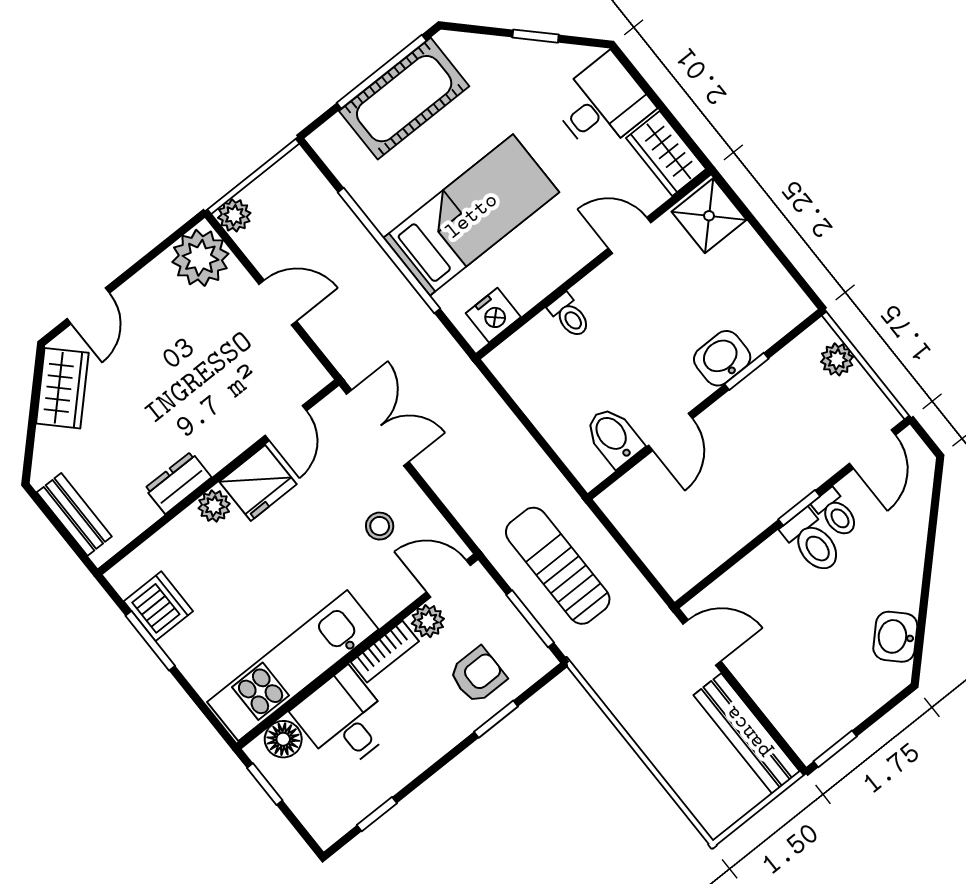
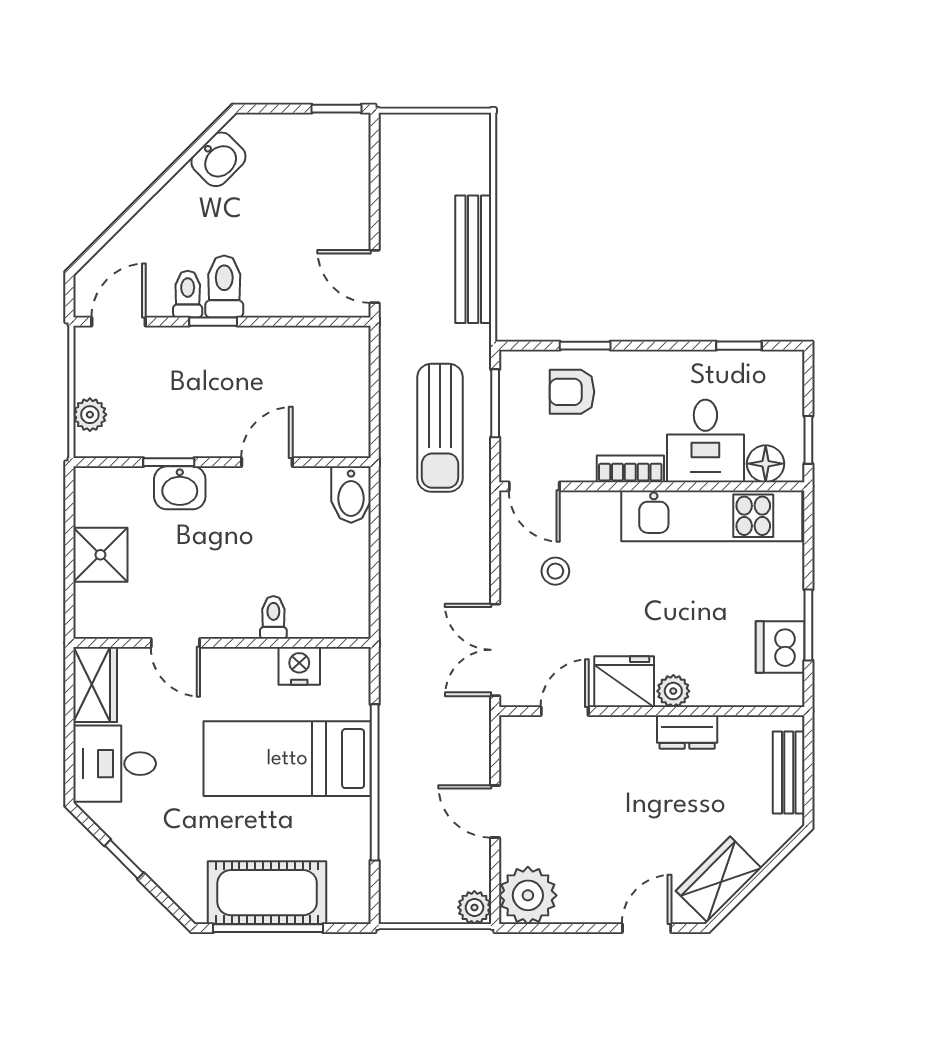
shower: (709, 216) -> (100, 555), moved
nightstand: (493, 315) -> (299, 666), moved
bidet: (614, 436) -> (351, 495), moved
plant: (428, 621) -> (577, 466), removed
bench: (747, 733) -> (473, 259), moved

